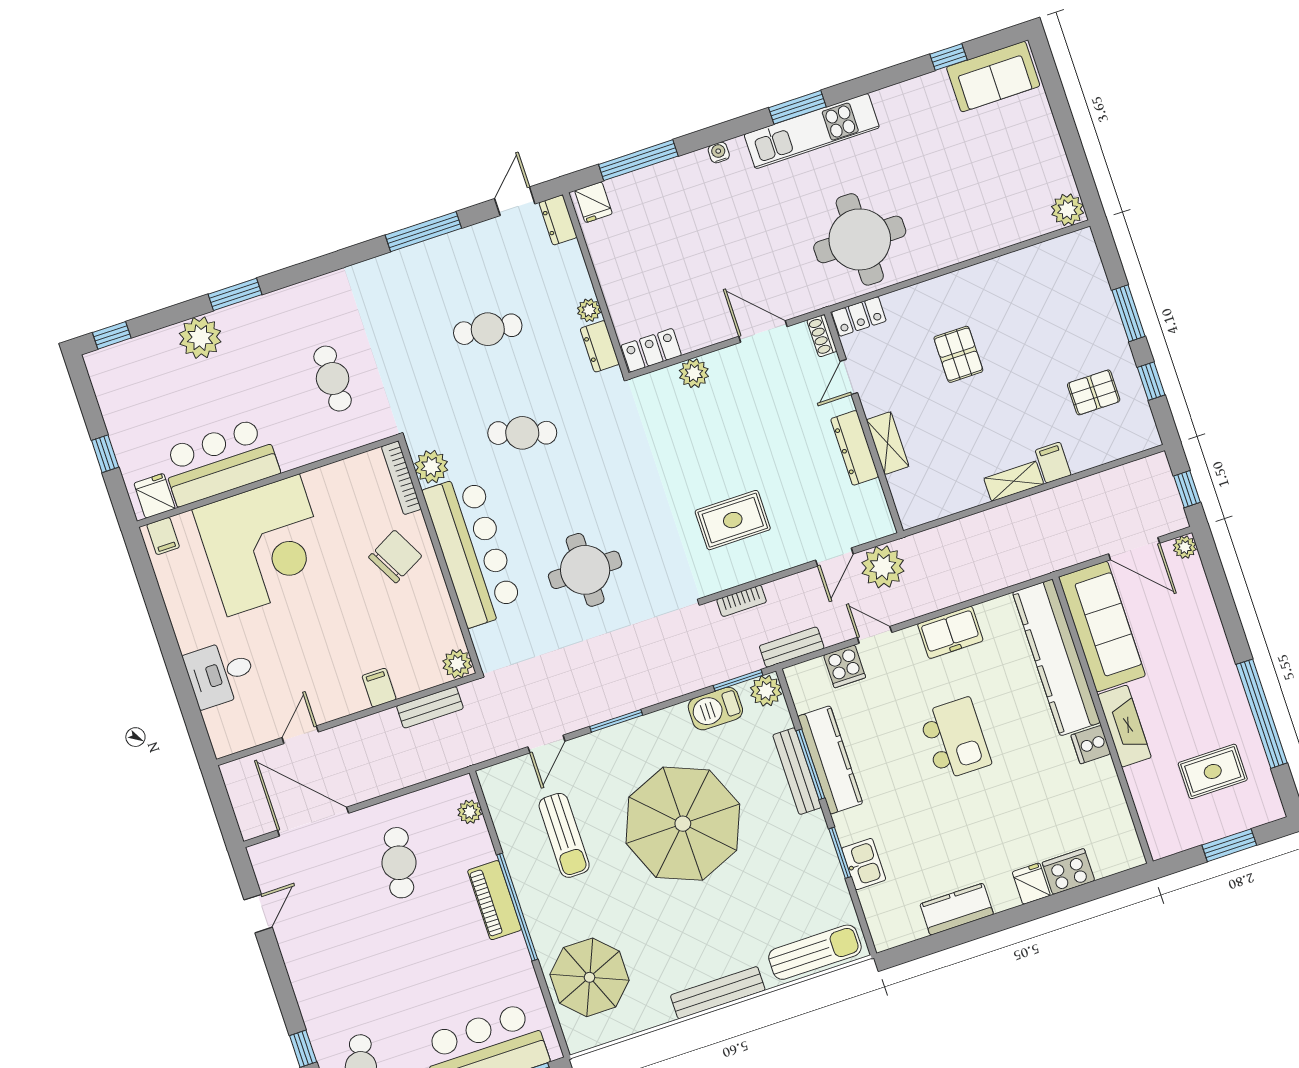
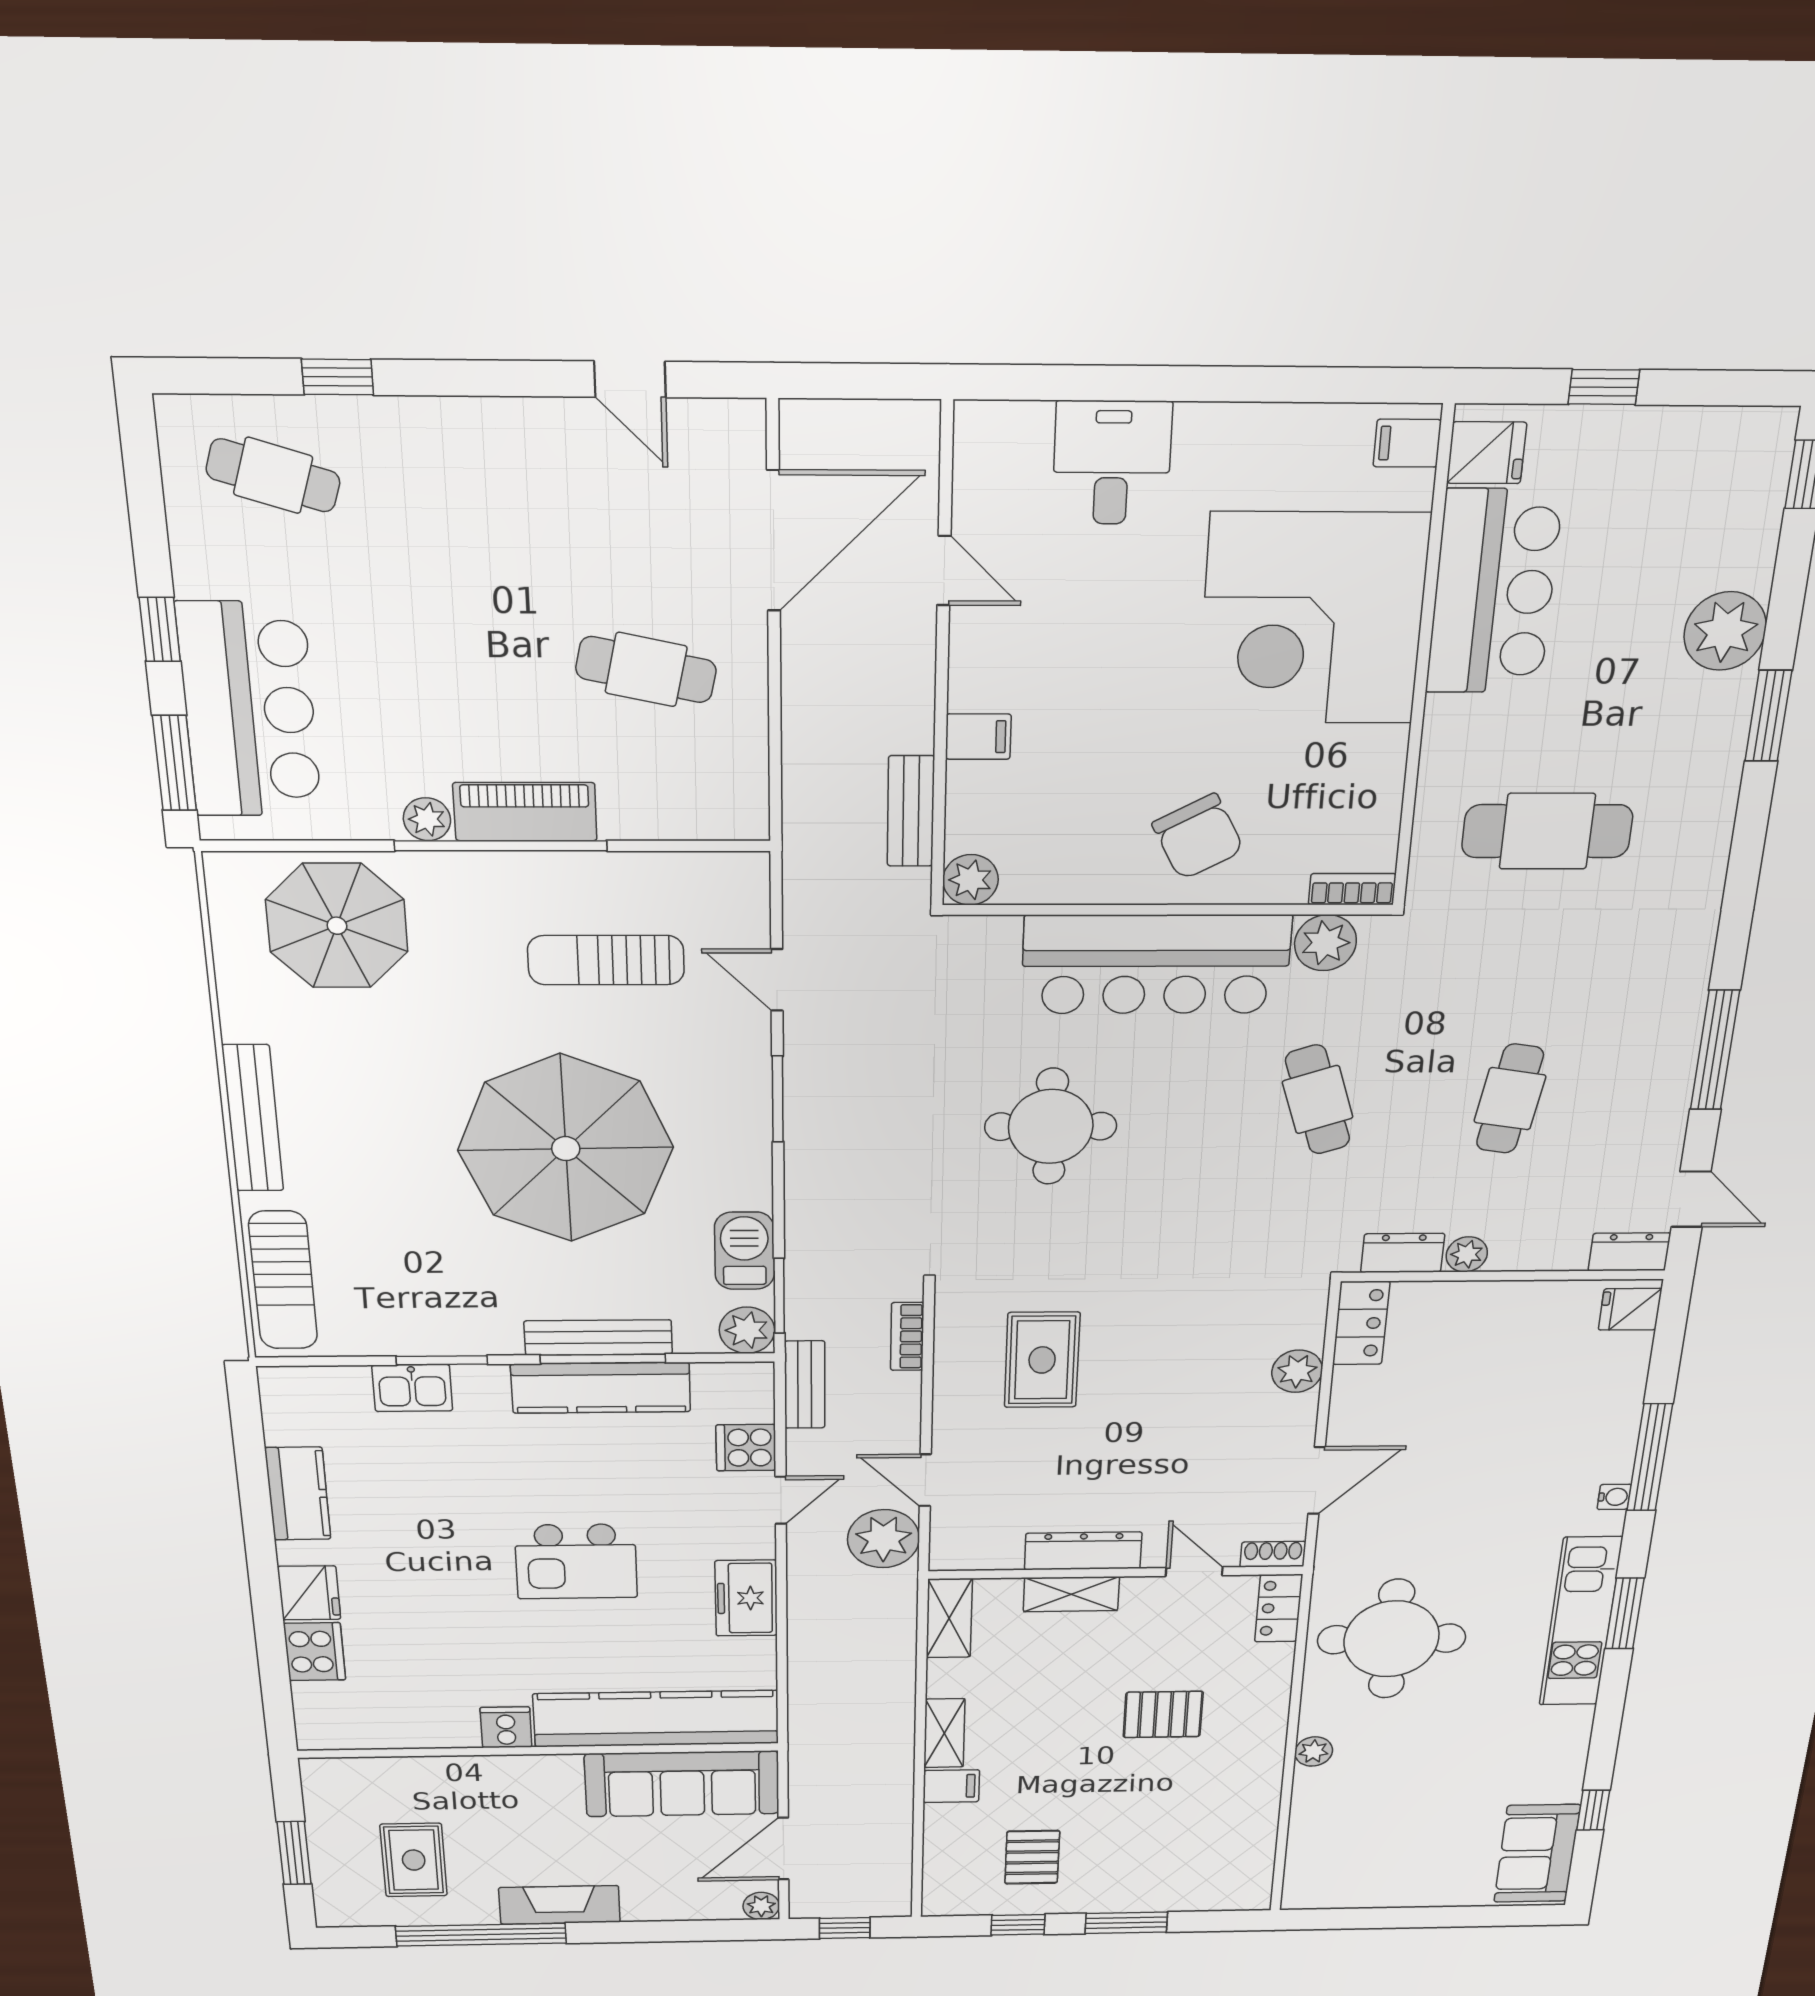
window: (638, 160) -> (1650, 1457), moved
plant: (1068, 210) -> (1314, 1751), moved, width x0.73, depth x0.73
cafe table: (333, 379) -> (1547, 831), width x1.37, depth x1.35
cafe table: (522, 433) -> (1318, 1100), turned -36
bookcase: (401, 478) -> (1352, 889), width x0.64
shelving: (927, 509) -> (949, 1618), added
fireplace: (1124, 726) -> (560, 1905), moved, turned 180
plant: (470, 812) -> (427, 819), moved
fridge: (1031, 884) -> (309, 1593), width x1.38

